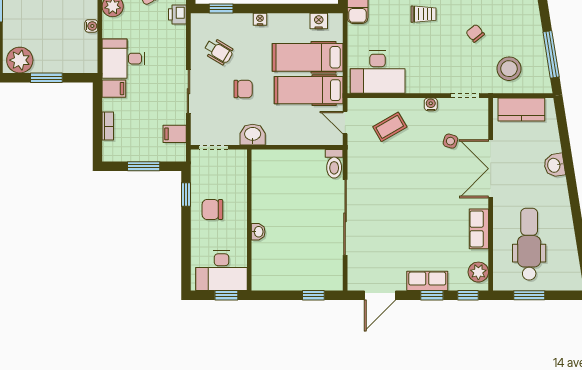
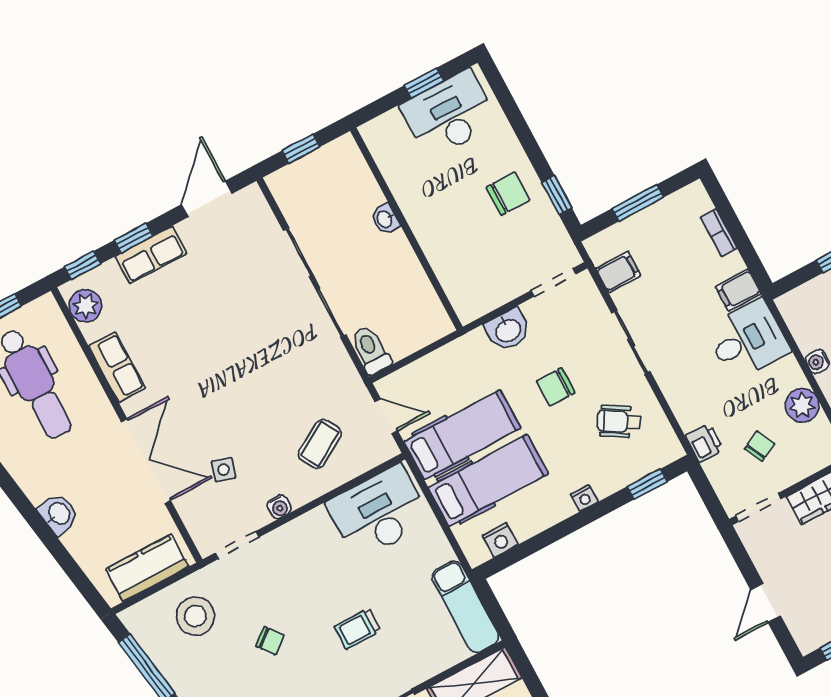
wall: (249, 220) -> (406, 229), moved
washbasin: (258, 232) -> (385, 219), moved

